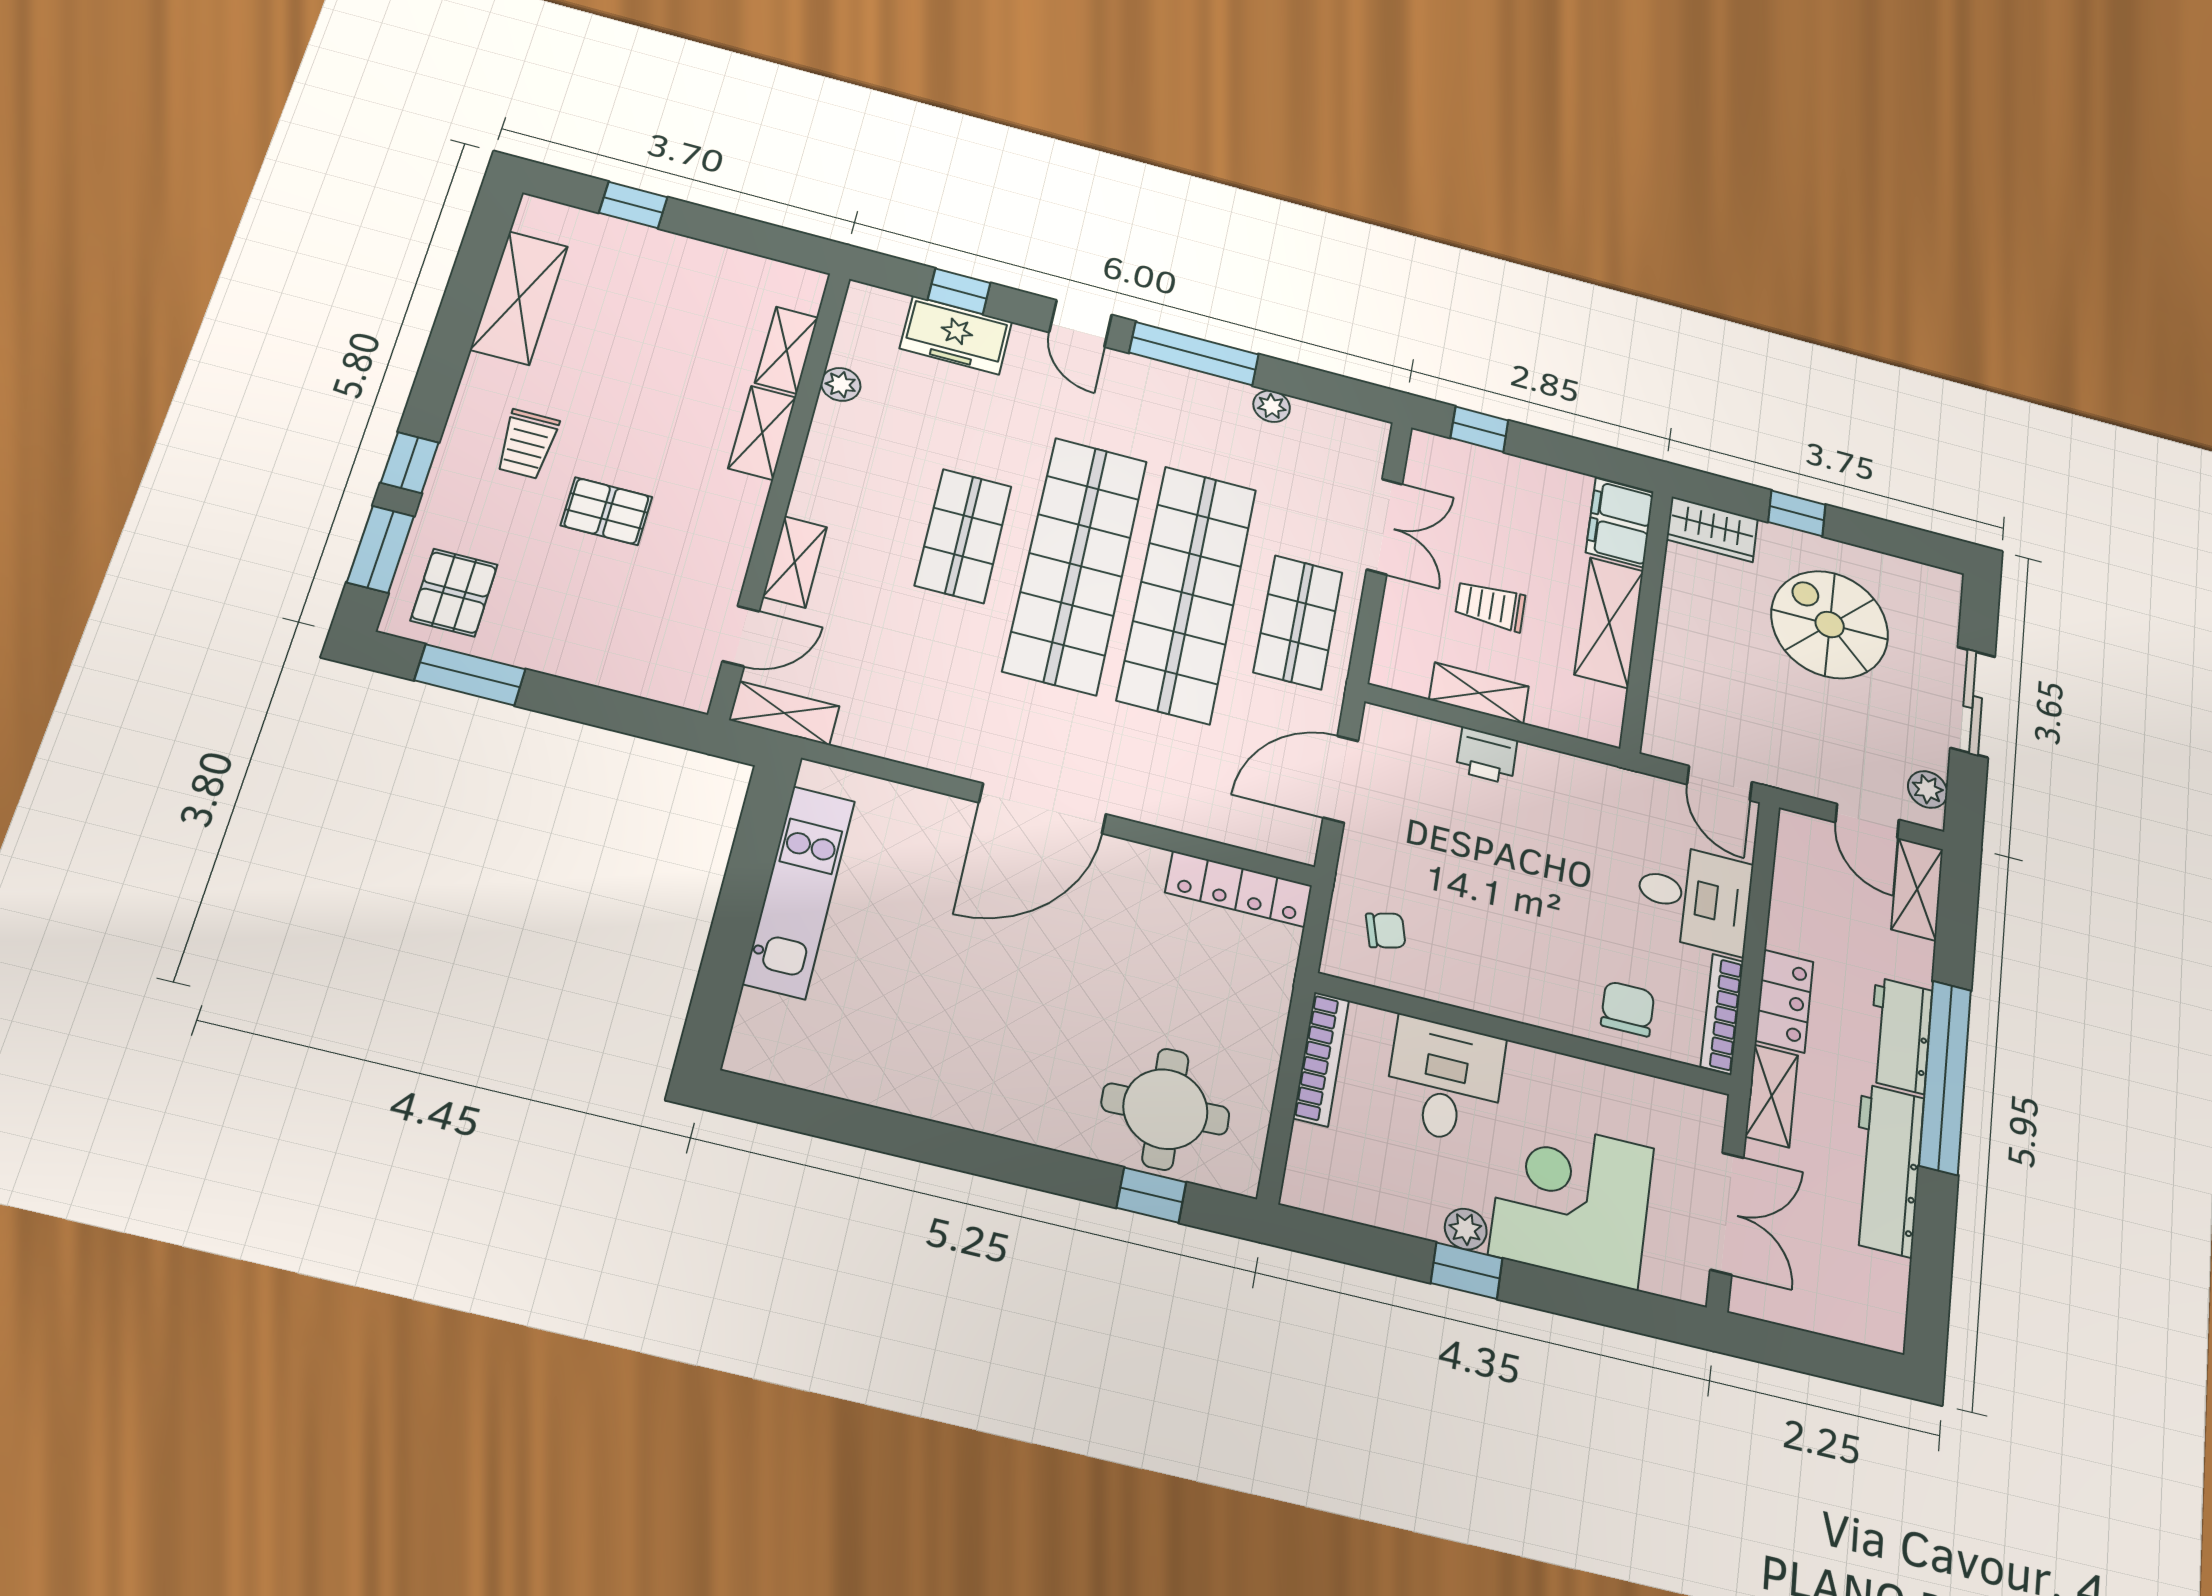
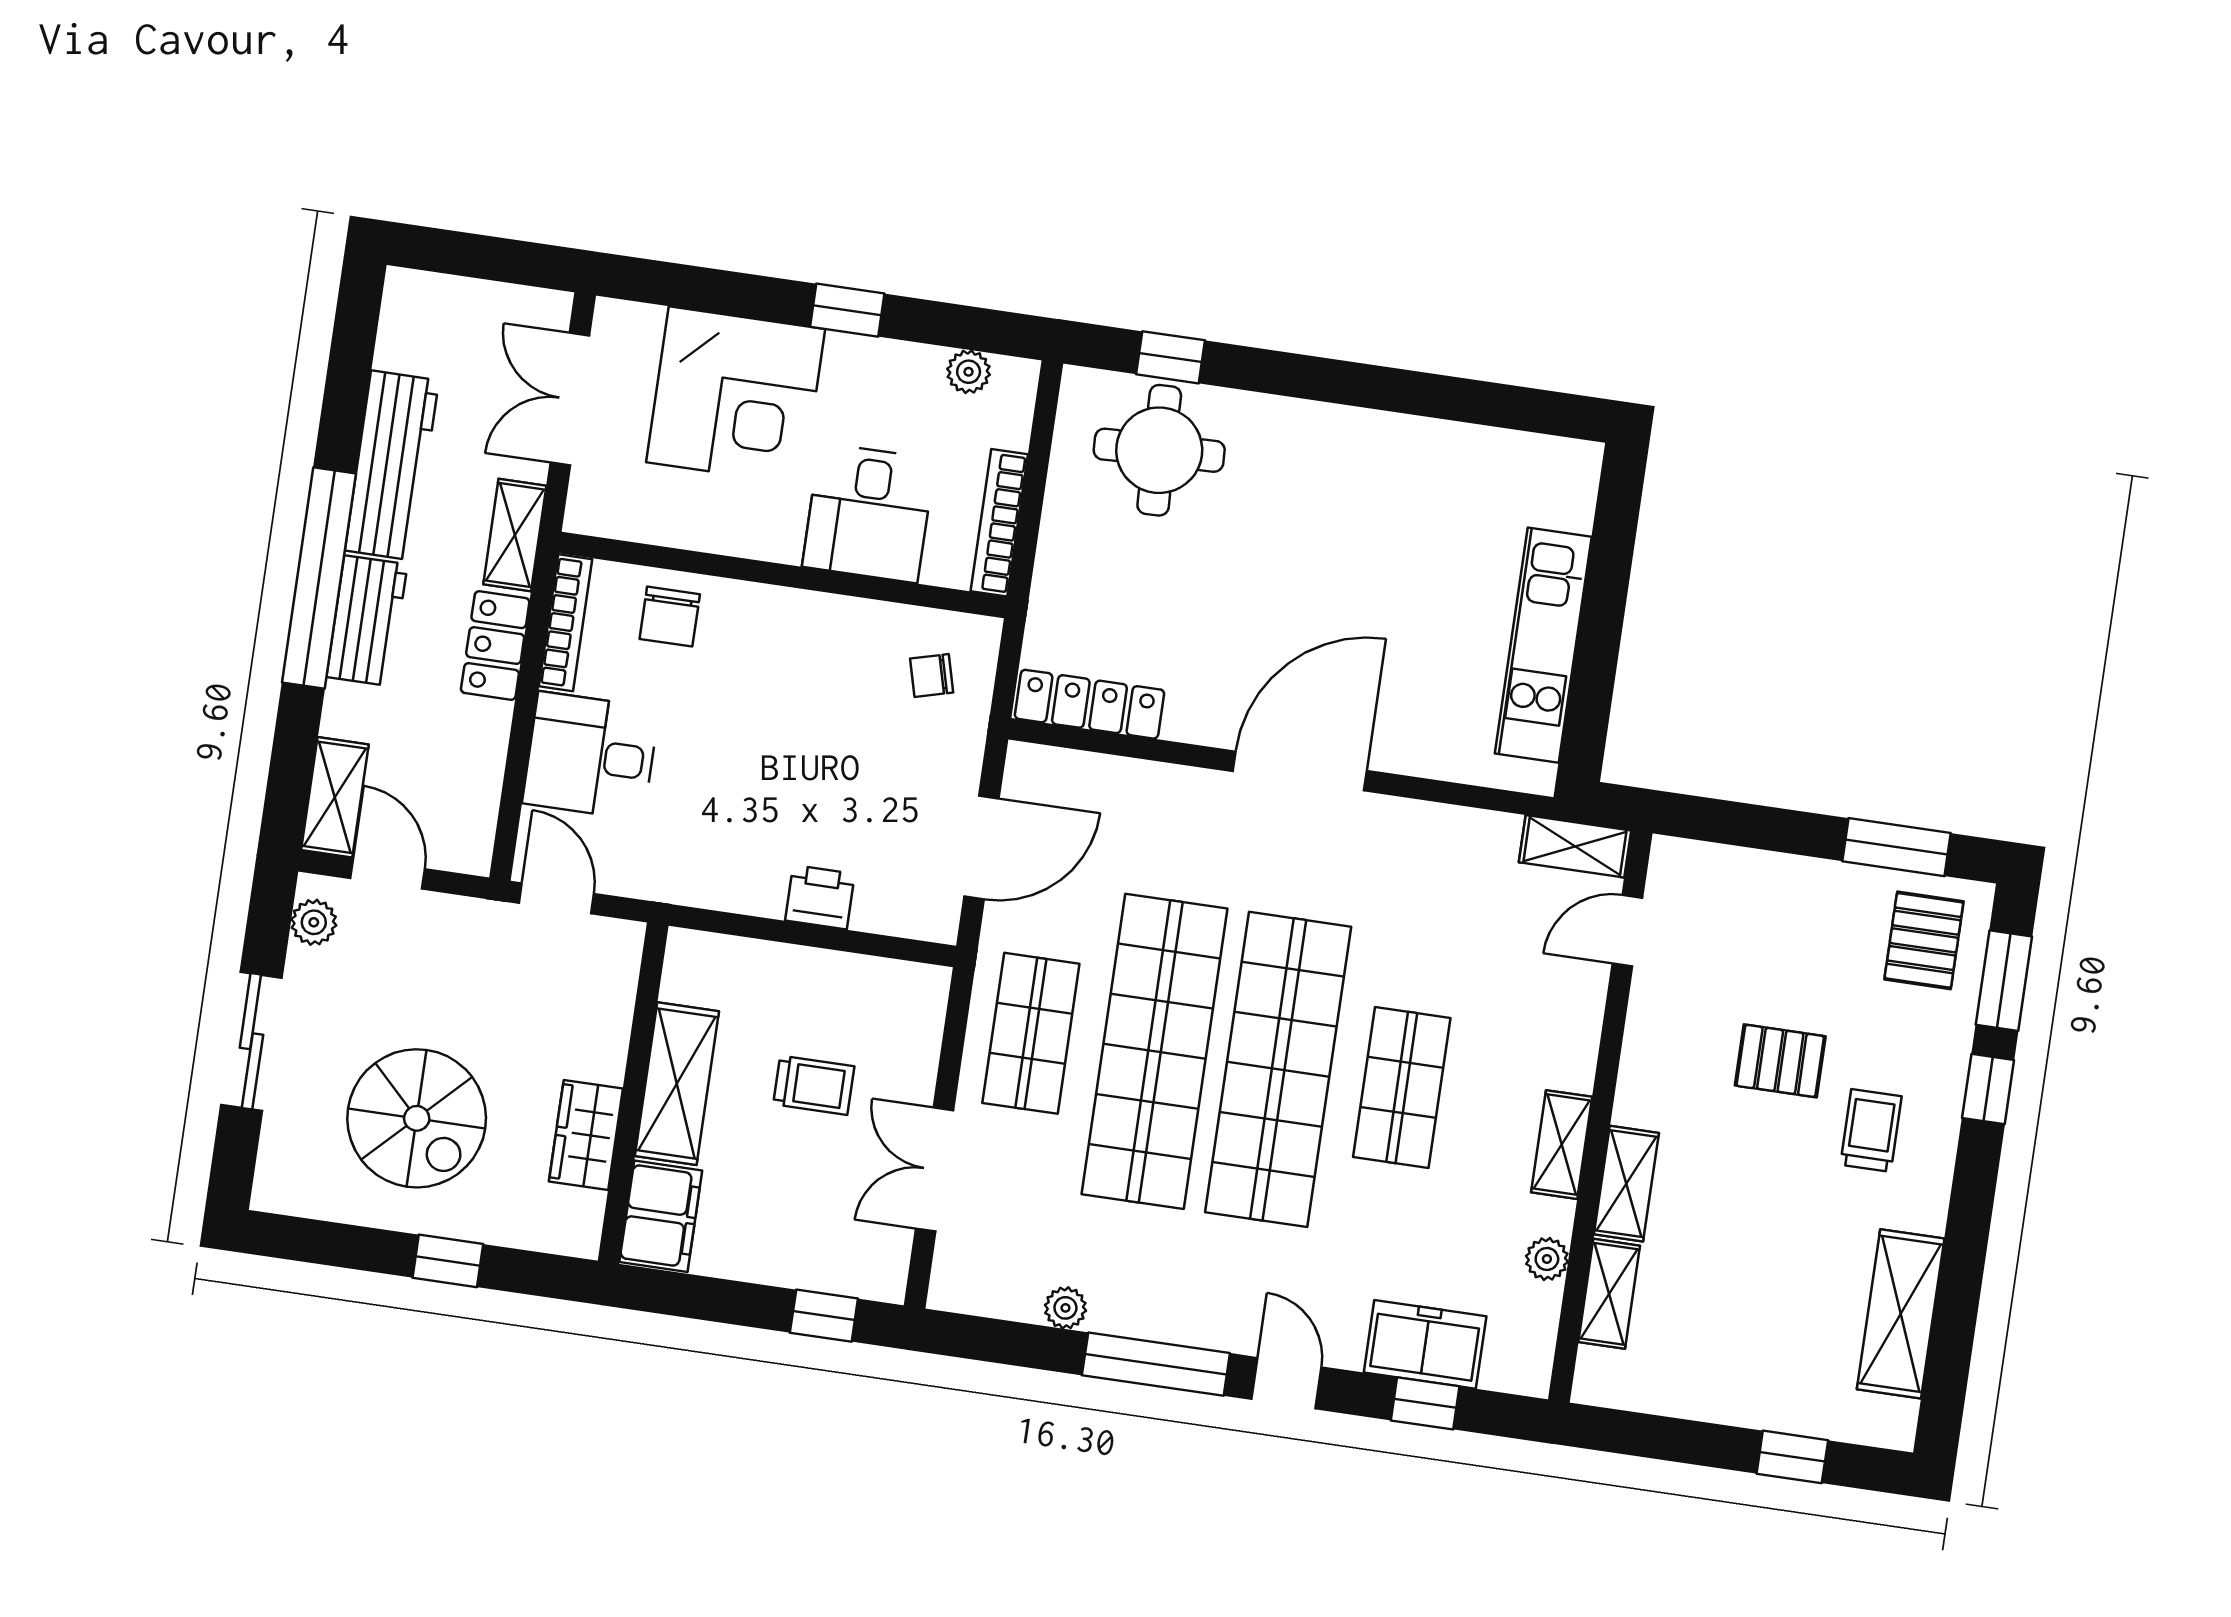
wardrobe: (1712, 529) -> (586, 1135), moved, turned -90
shelving: (795, 562) -> (1562, 1145), moved
shelving: (1479, 693) -> (828, 973), removed
plant: (1466, 1229) -> (969, 372), moved

